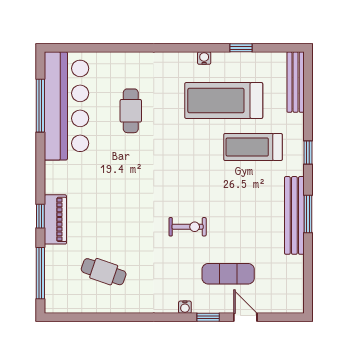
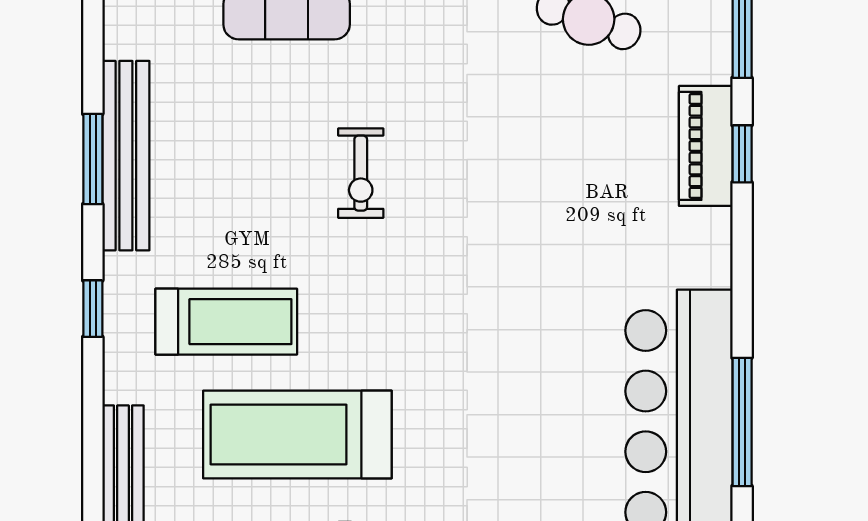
treadmill: (224, 101) -> (297, 434), turned 180
cafe table: (131, 111) -> (523, 410), removed
exercise bike: (188, 227) -> (361, 173), moved, turned -90

